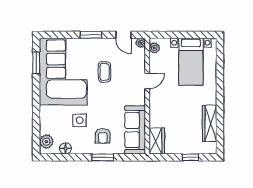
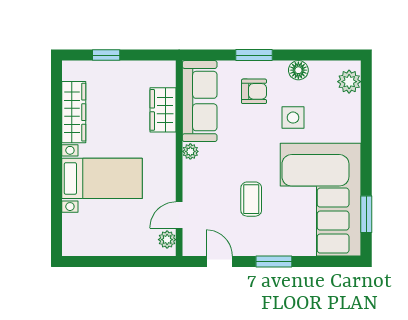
plant: (141, 43) -> (190, 151), moved
bed with nightstands: (191, 62) -> (102, 178), moved, turned 90
door: (147, 81) -> (179, 215), moved
armchair: (103, 136) -> (254, 91), turned 90
wardrobe: (157, 141) -> (163, 110), moved
floor lamp: (66, 148) -> (298, 70), moved

